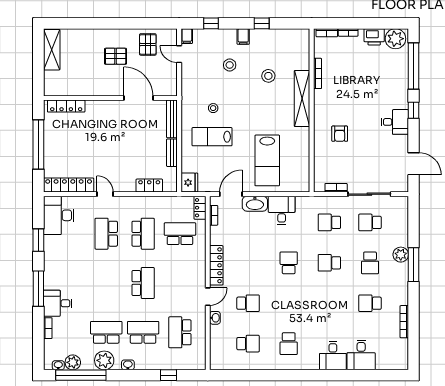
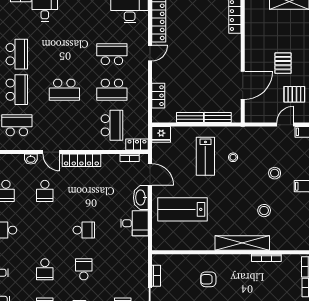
bench: (172, 119) -> (218, 118), width x0.73
lab bench: (212, 137) -> (205, 156), turned 180
school desk: (329, 222) -> (45, 269), moved, turned 180

